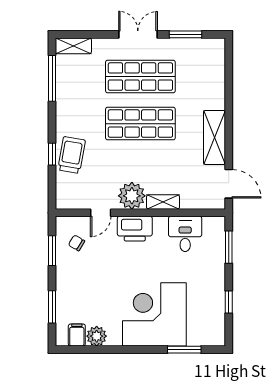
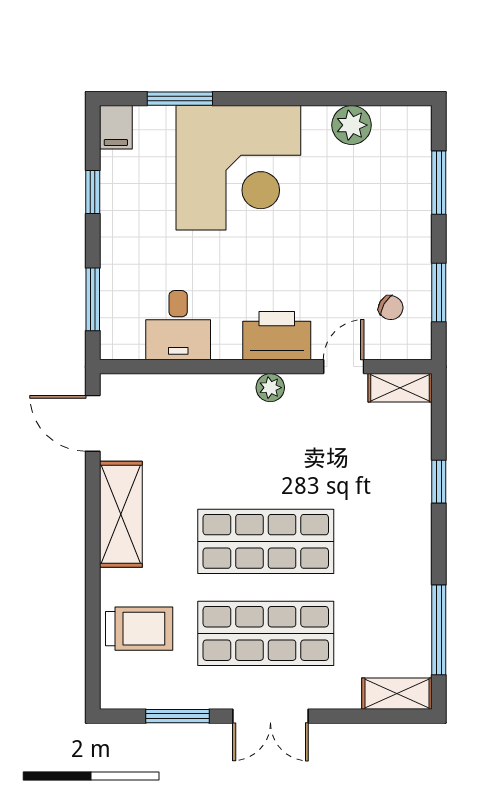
trolley: (72, 155) -> (139, 629), moved, turned -100
plant: (132, 196) -> (270, 388), width x0.53, depth x0.53
shelving: (163, 202) -> (400, 388), moved
filing cabinet: (77, 335) -> (116, 127), moved

